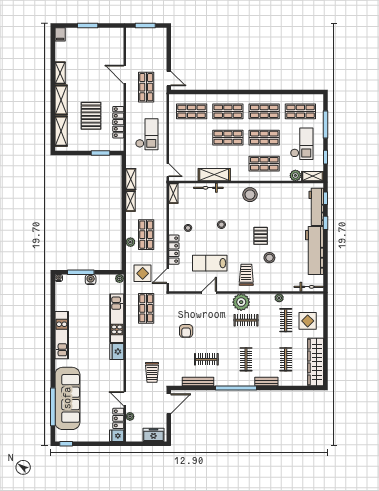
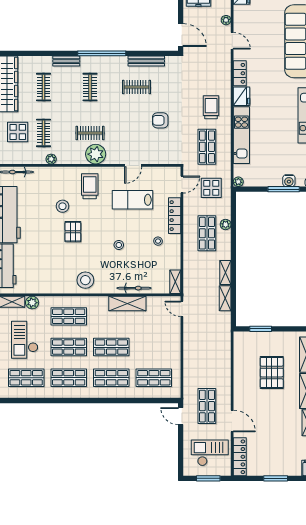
locker: (118, 122) -> (240, 457), moved
checkout: (147, 134) -> (210, 453), moved, turned 90
lab bench: (210, 263) -> (133, 200), turned 180
trolley: (246, 275) -> (90, 186), turned 180
water cooler: (91, 280) -> (289, 181), moved
armchair: (186, 331) -> (160, 120), turned -90
trolley: (152, 372) -> (211, 107), moved
door: (169, 404) -> (181, 35), swing flipped
locker: (118, 418) -> (240, 73), moved

